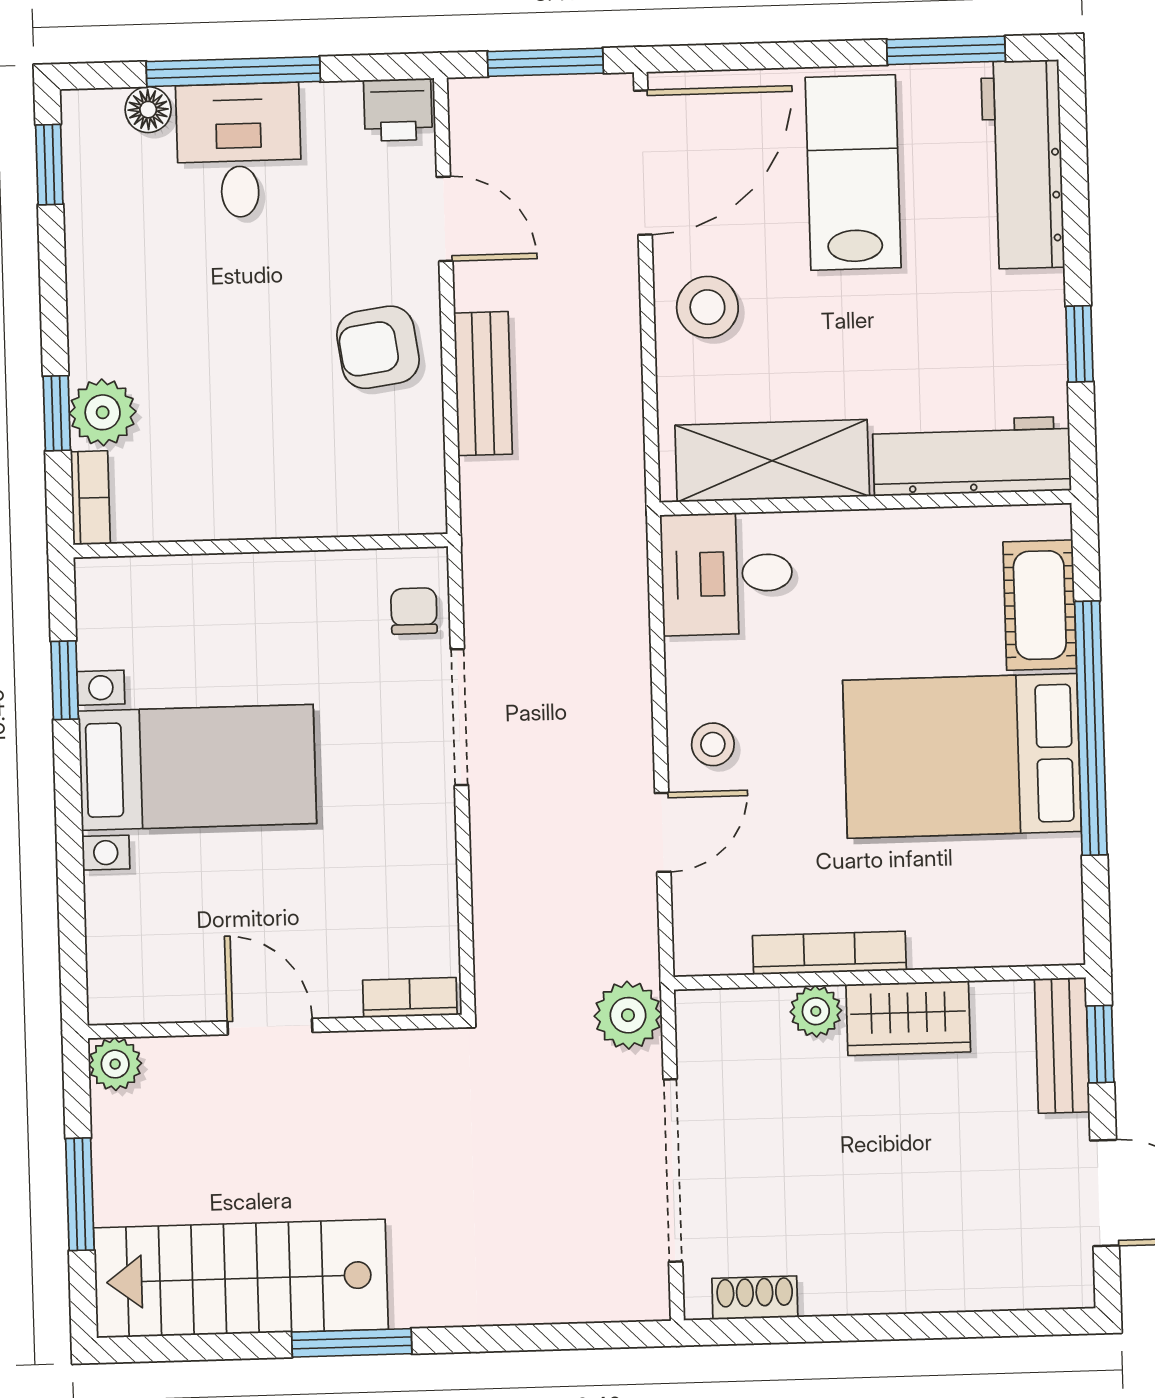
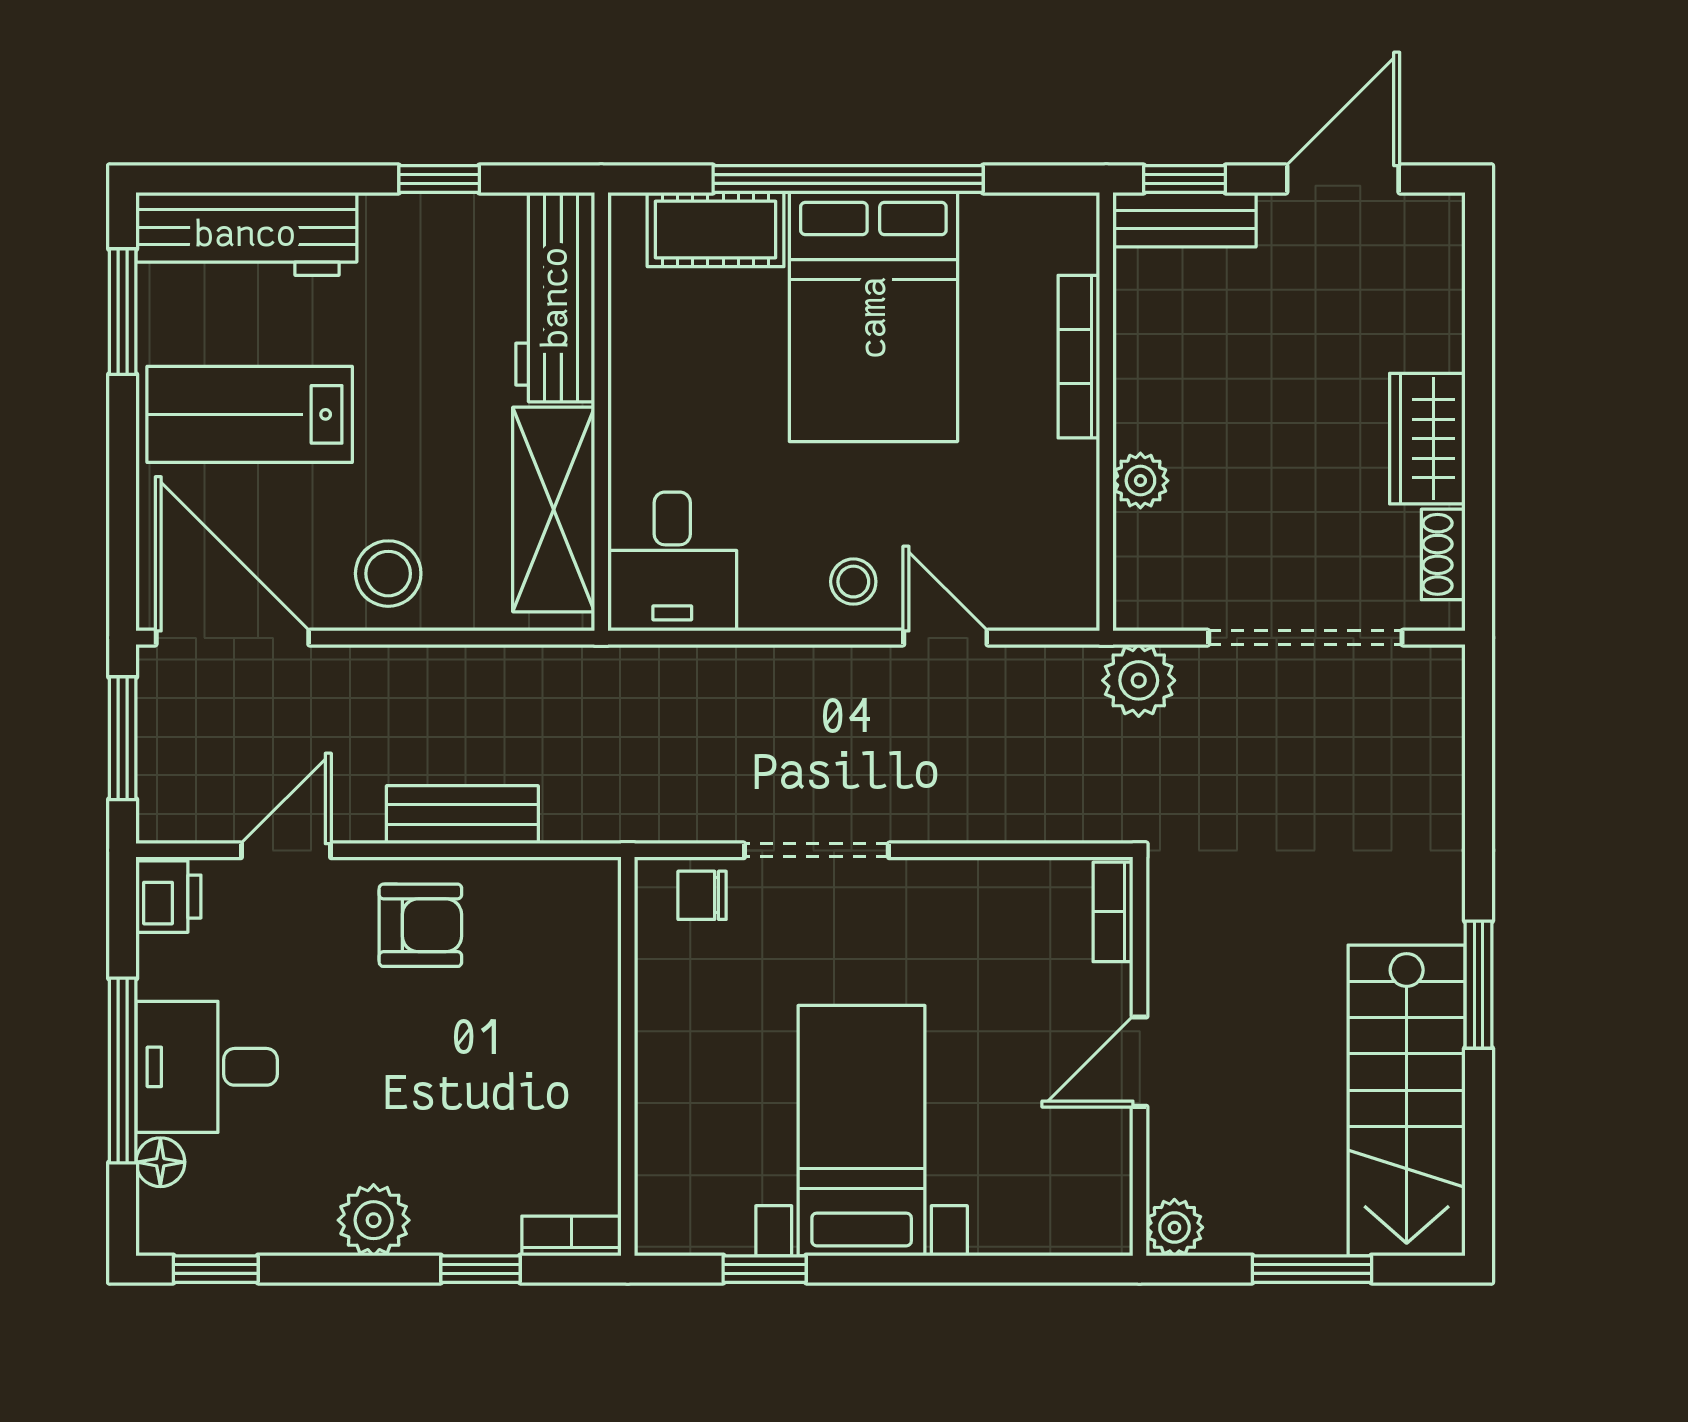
armchair: (378, 347) -> (420, 925), turned -82
plant: (103, 412) -> (374, 1220), moved
bookcase: (829, 953) -> (1079, 357), moved
wardrobe: (908, 1018) -> (1427, 439), moved, turned 180

